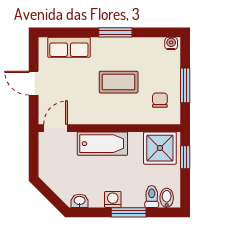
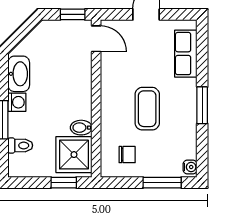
window: (185, 85) -> (162, 183), moved
bathtub: (102, 144) -> (79, 91), removed
window: (34, 149) -> (73, 14), added
bidet: (167, 198) -> (81, 128), moved, turned 180
washbasin: (80, 201) -> (19, 74), width x1.91, depth x1.45

